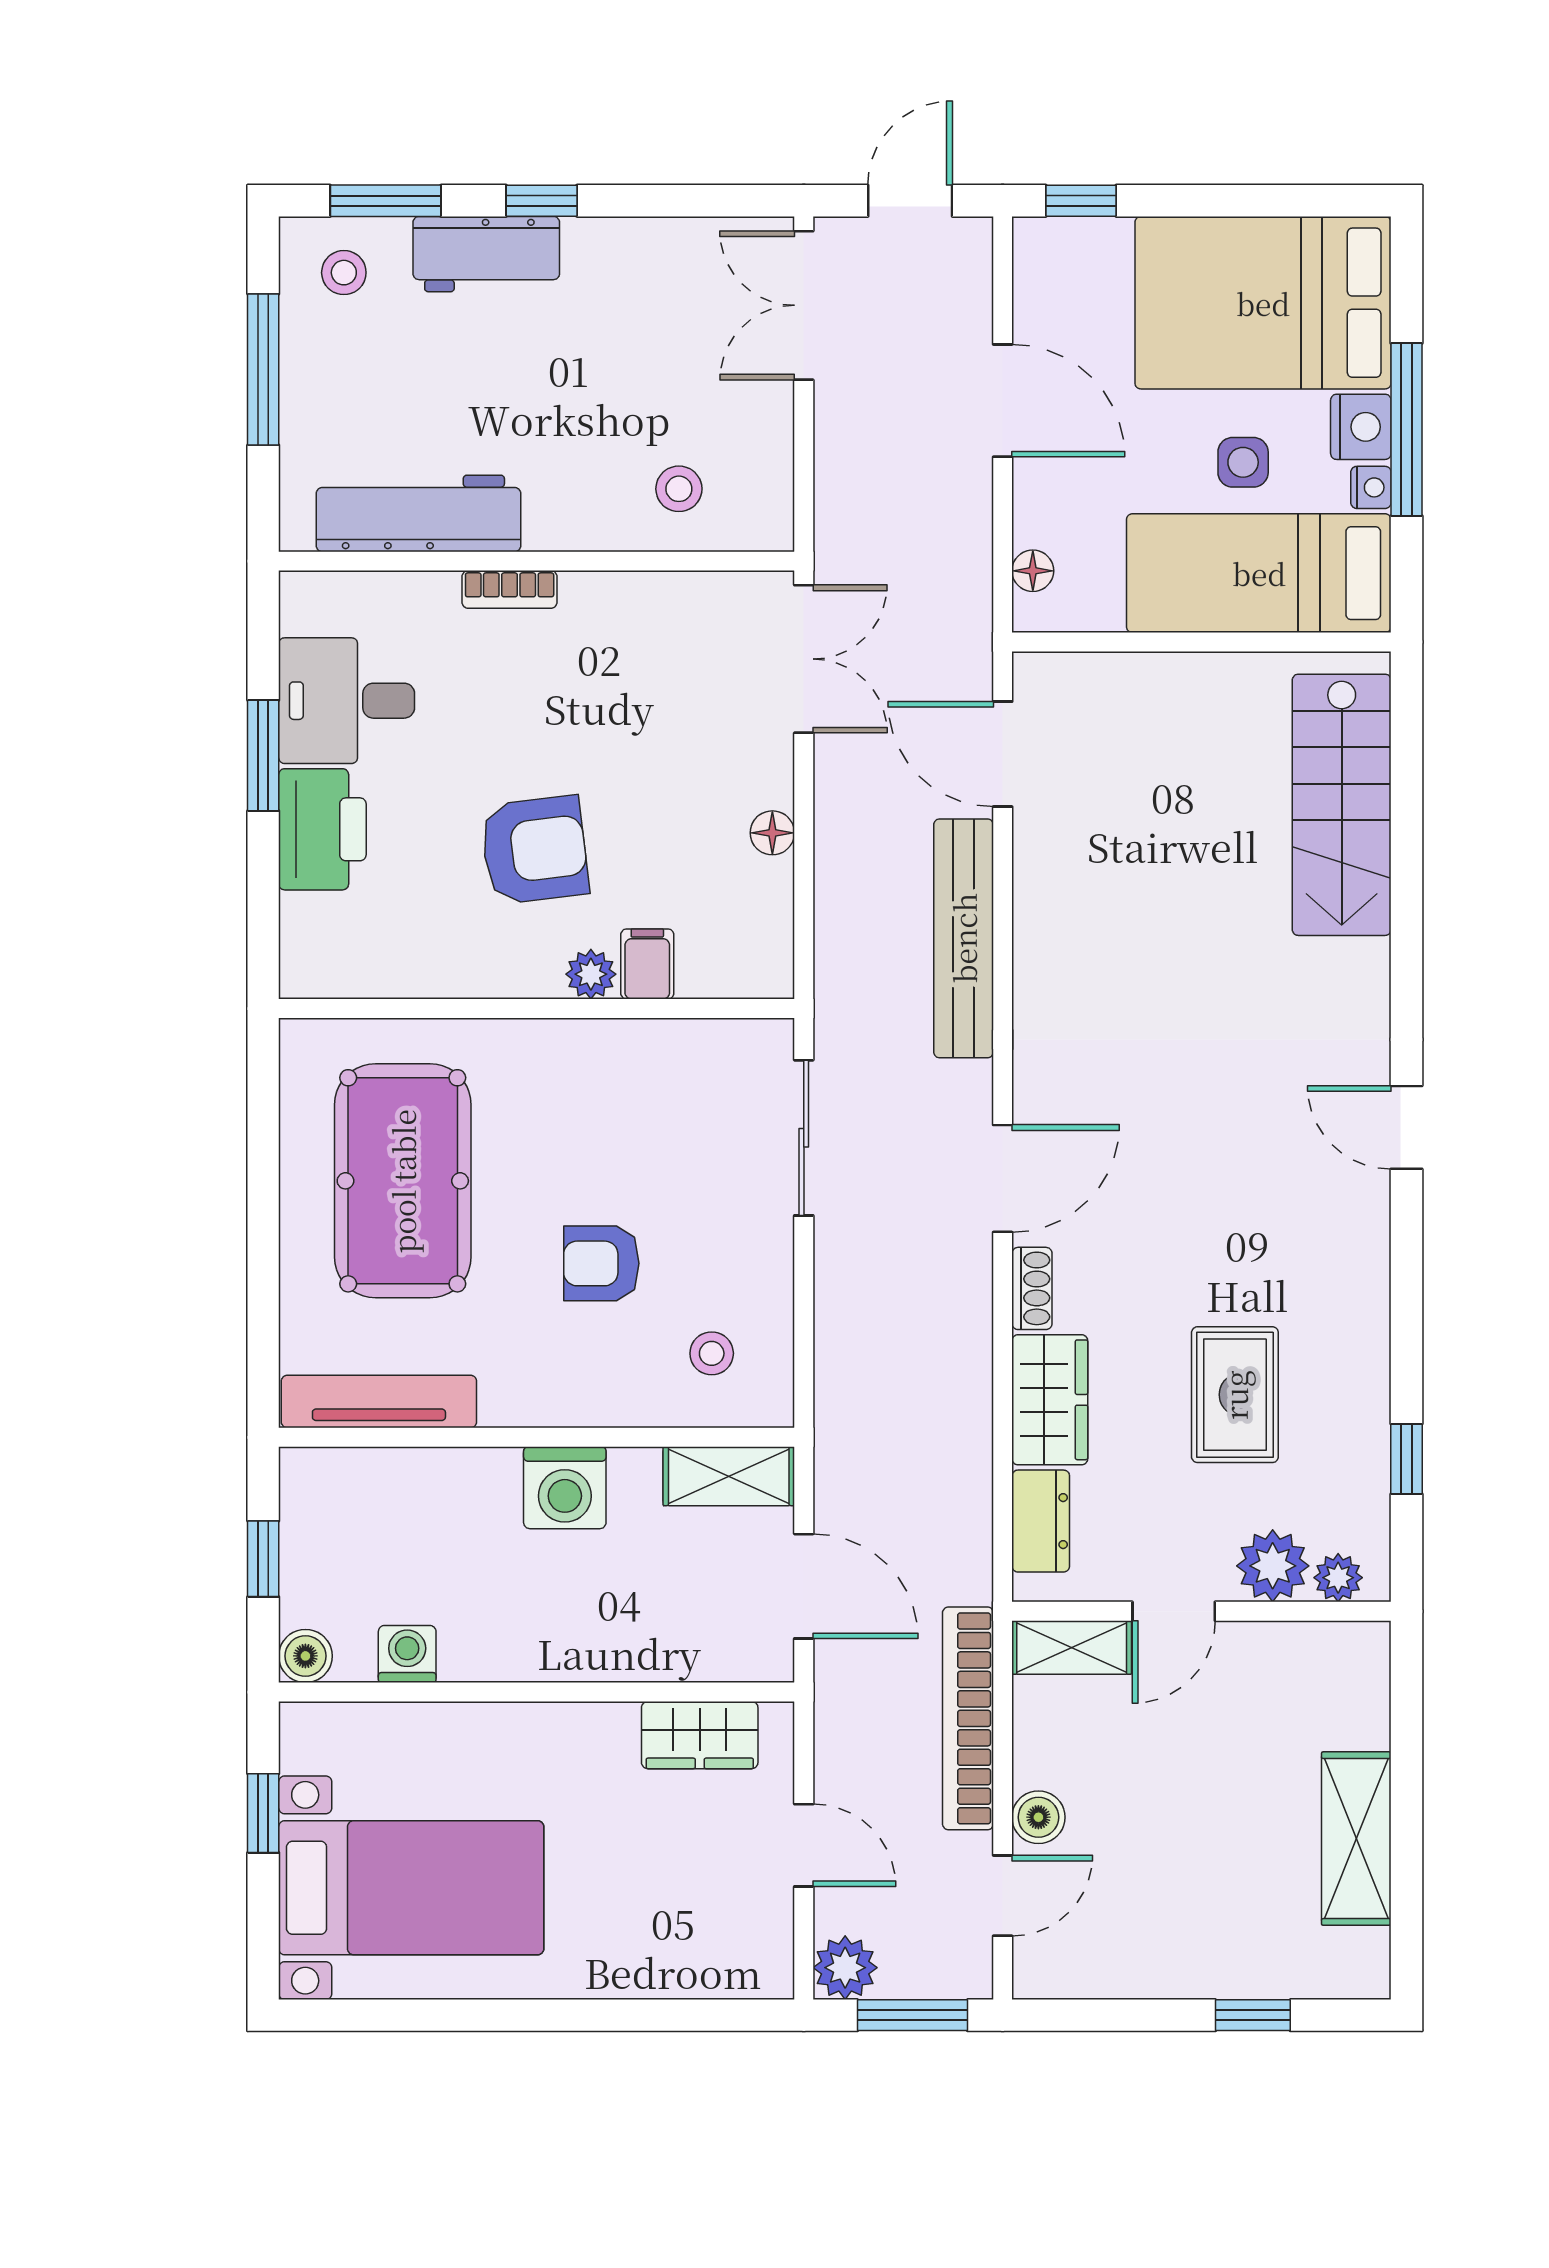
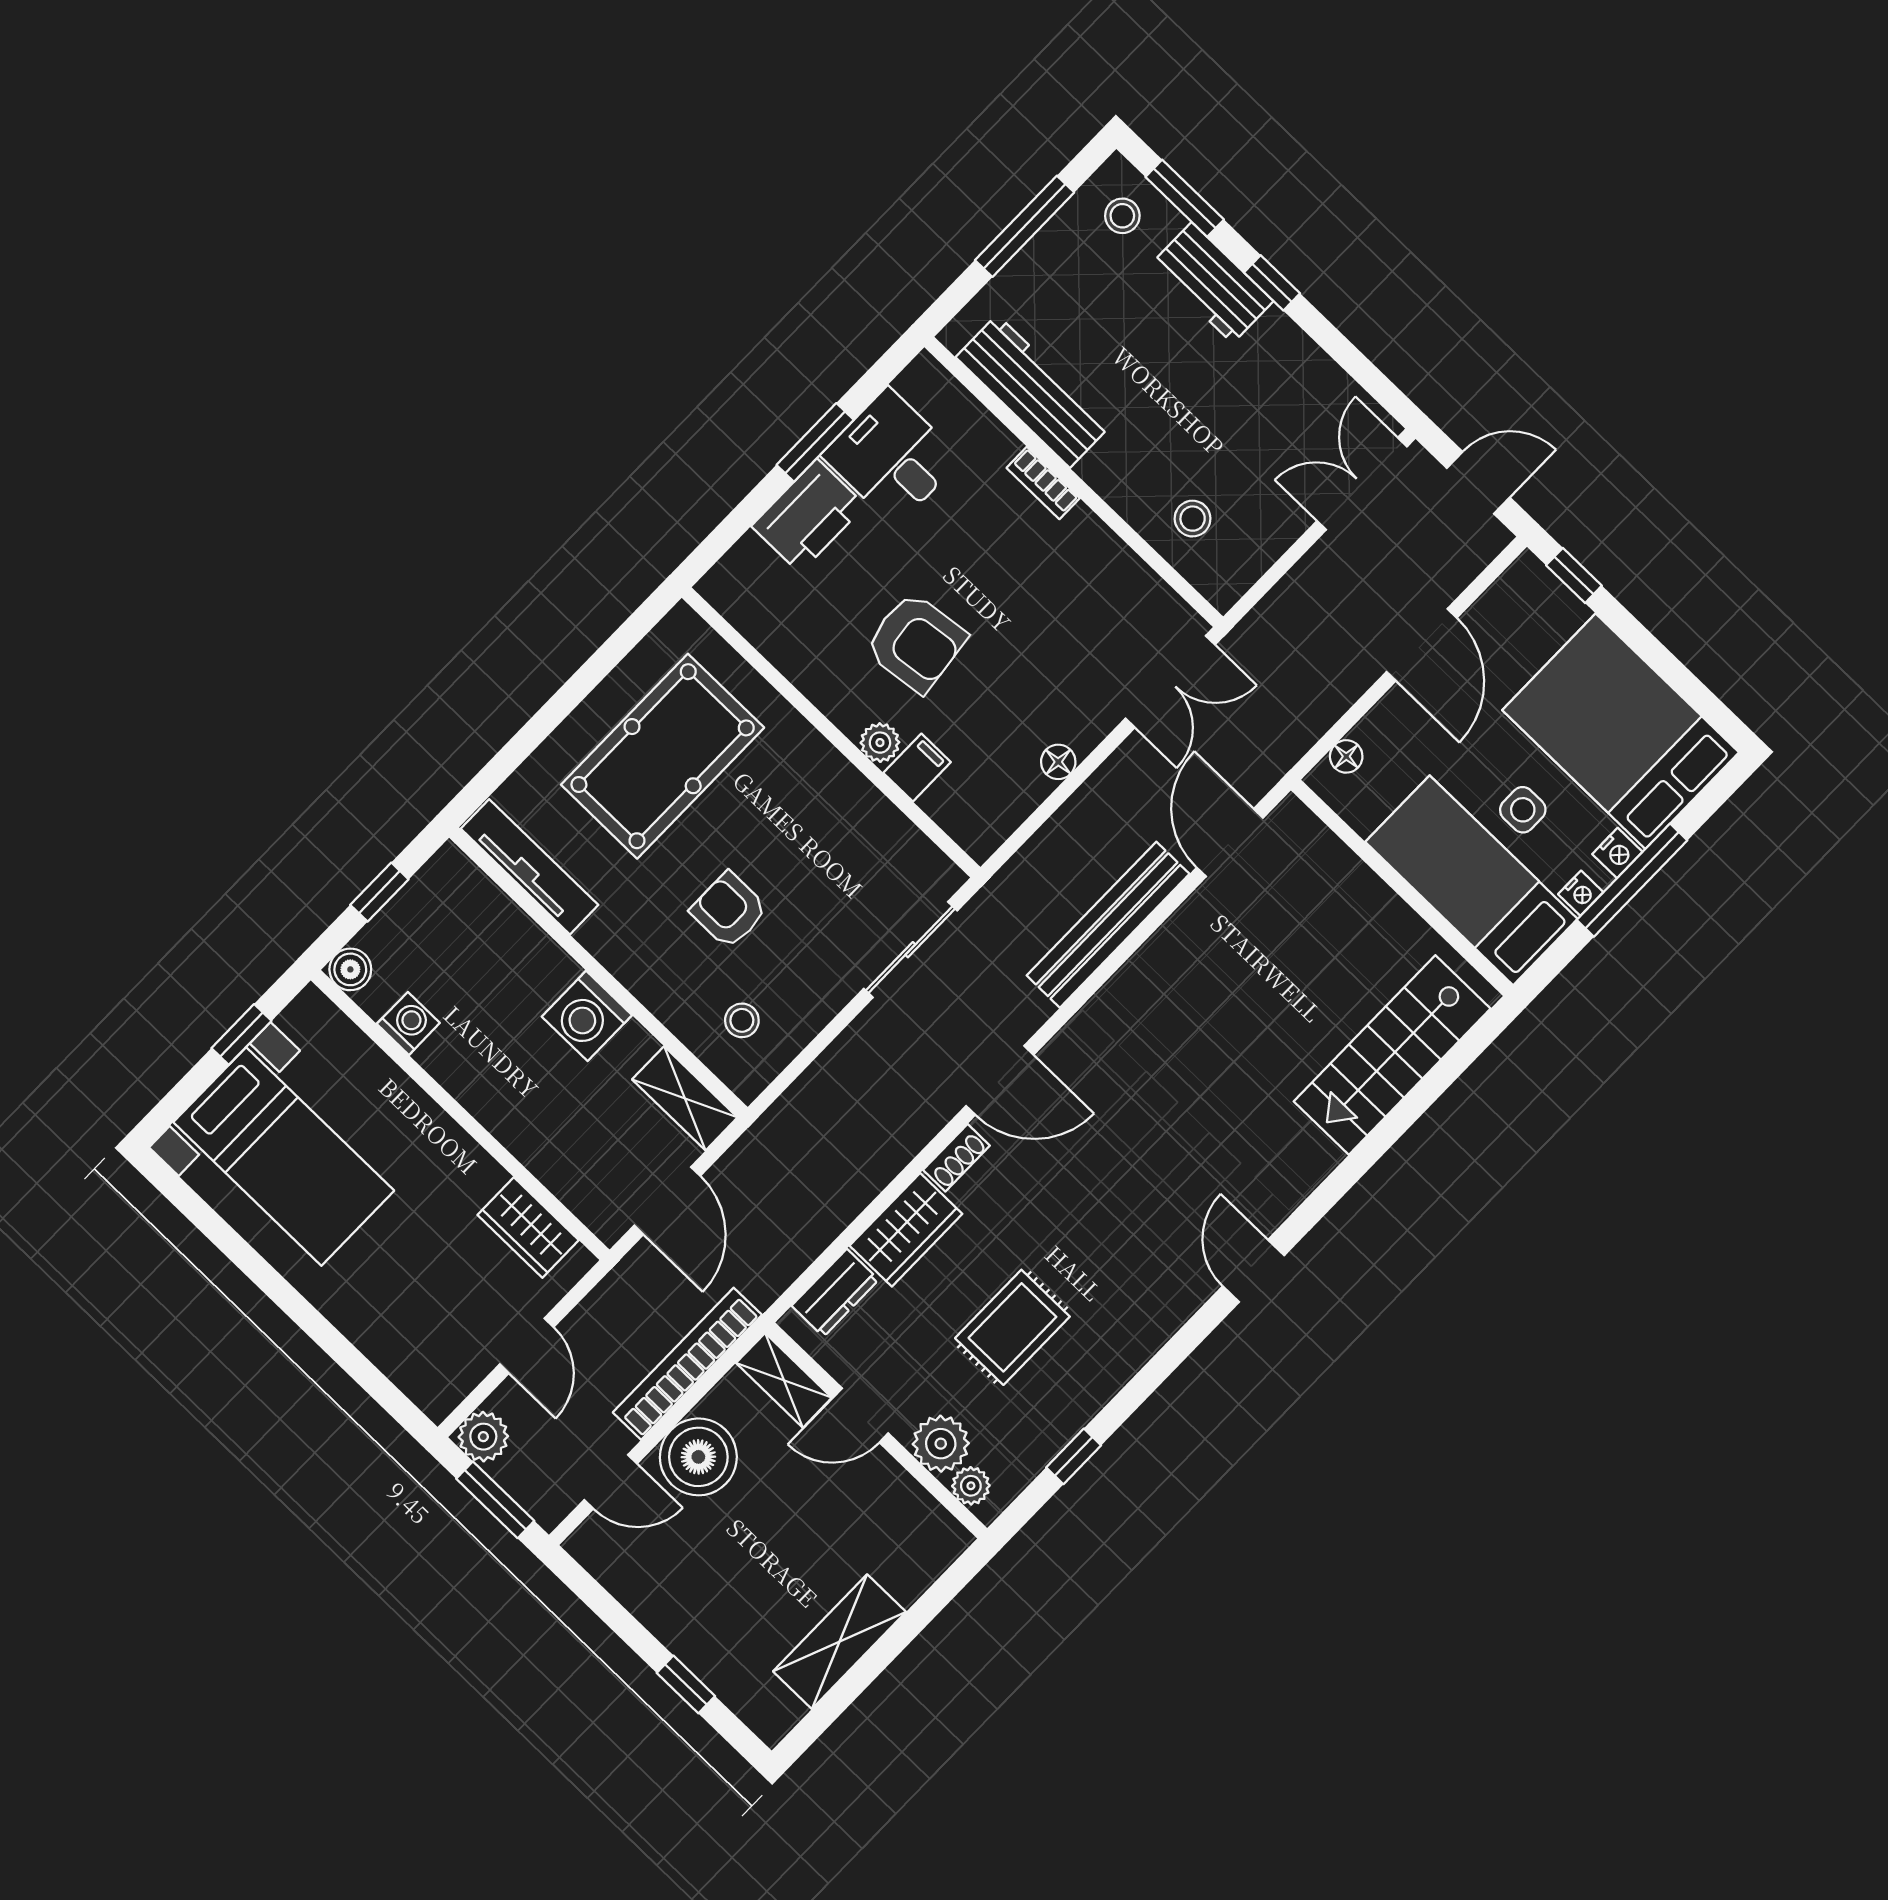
nightstand: (1361, 427) -> (1617, 853), width x0.72, depth x0.74
boiler: (1038, 1817) -> (698, 1457), width x1.86, depth x1.86

